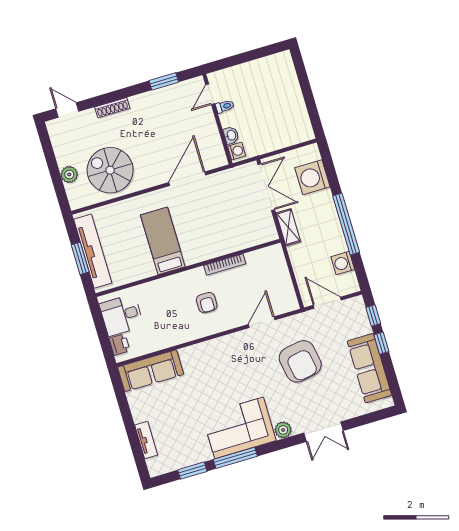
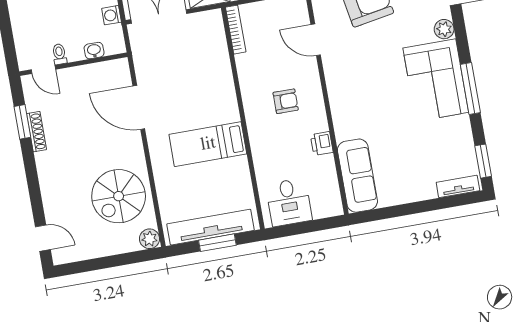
shoe rack: (112, 108) -> (37, 132), moved
door: (67, 110) -> (43, 238), swing flipped
washing machine: (237, 151) -> (112, 15), moved, turned -90
plant: (69, 174) -> (150, 239), moved
bookcase: (225, 265) -> (236, 30), moved
printer: (119, 345) -> (322, 144), moved, turned -90
tv unit: (146, 440) -> (458, 186), moved
window: (192, 471) -> (483, 161), moved

